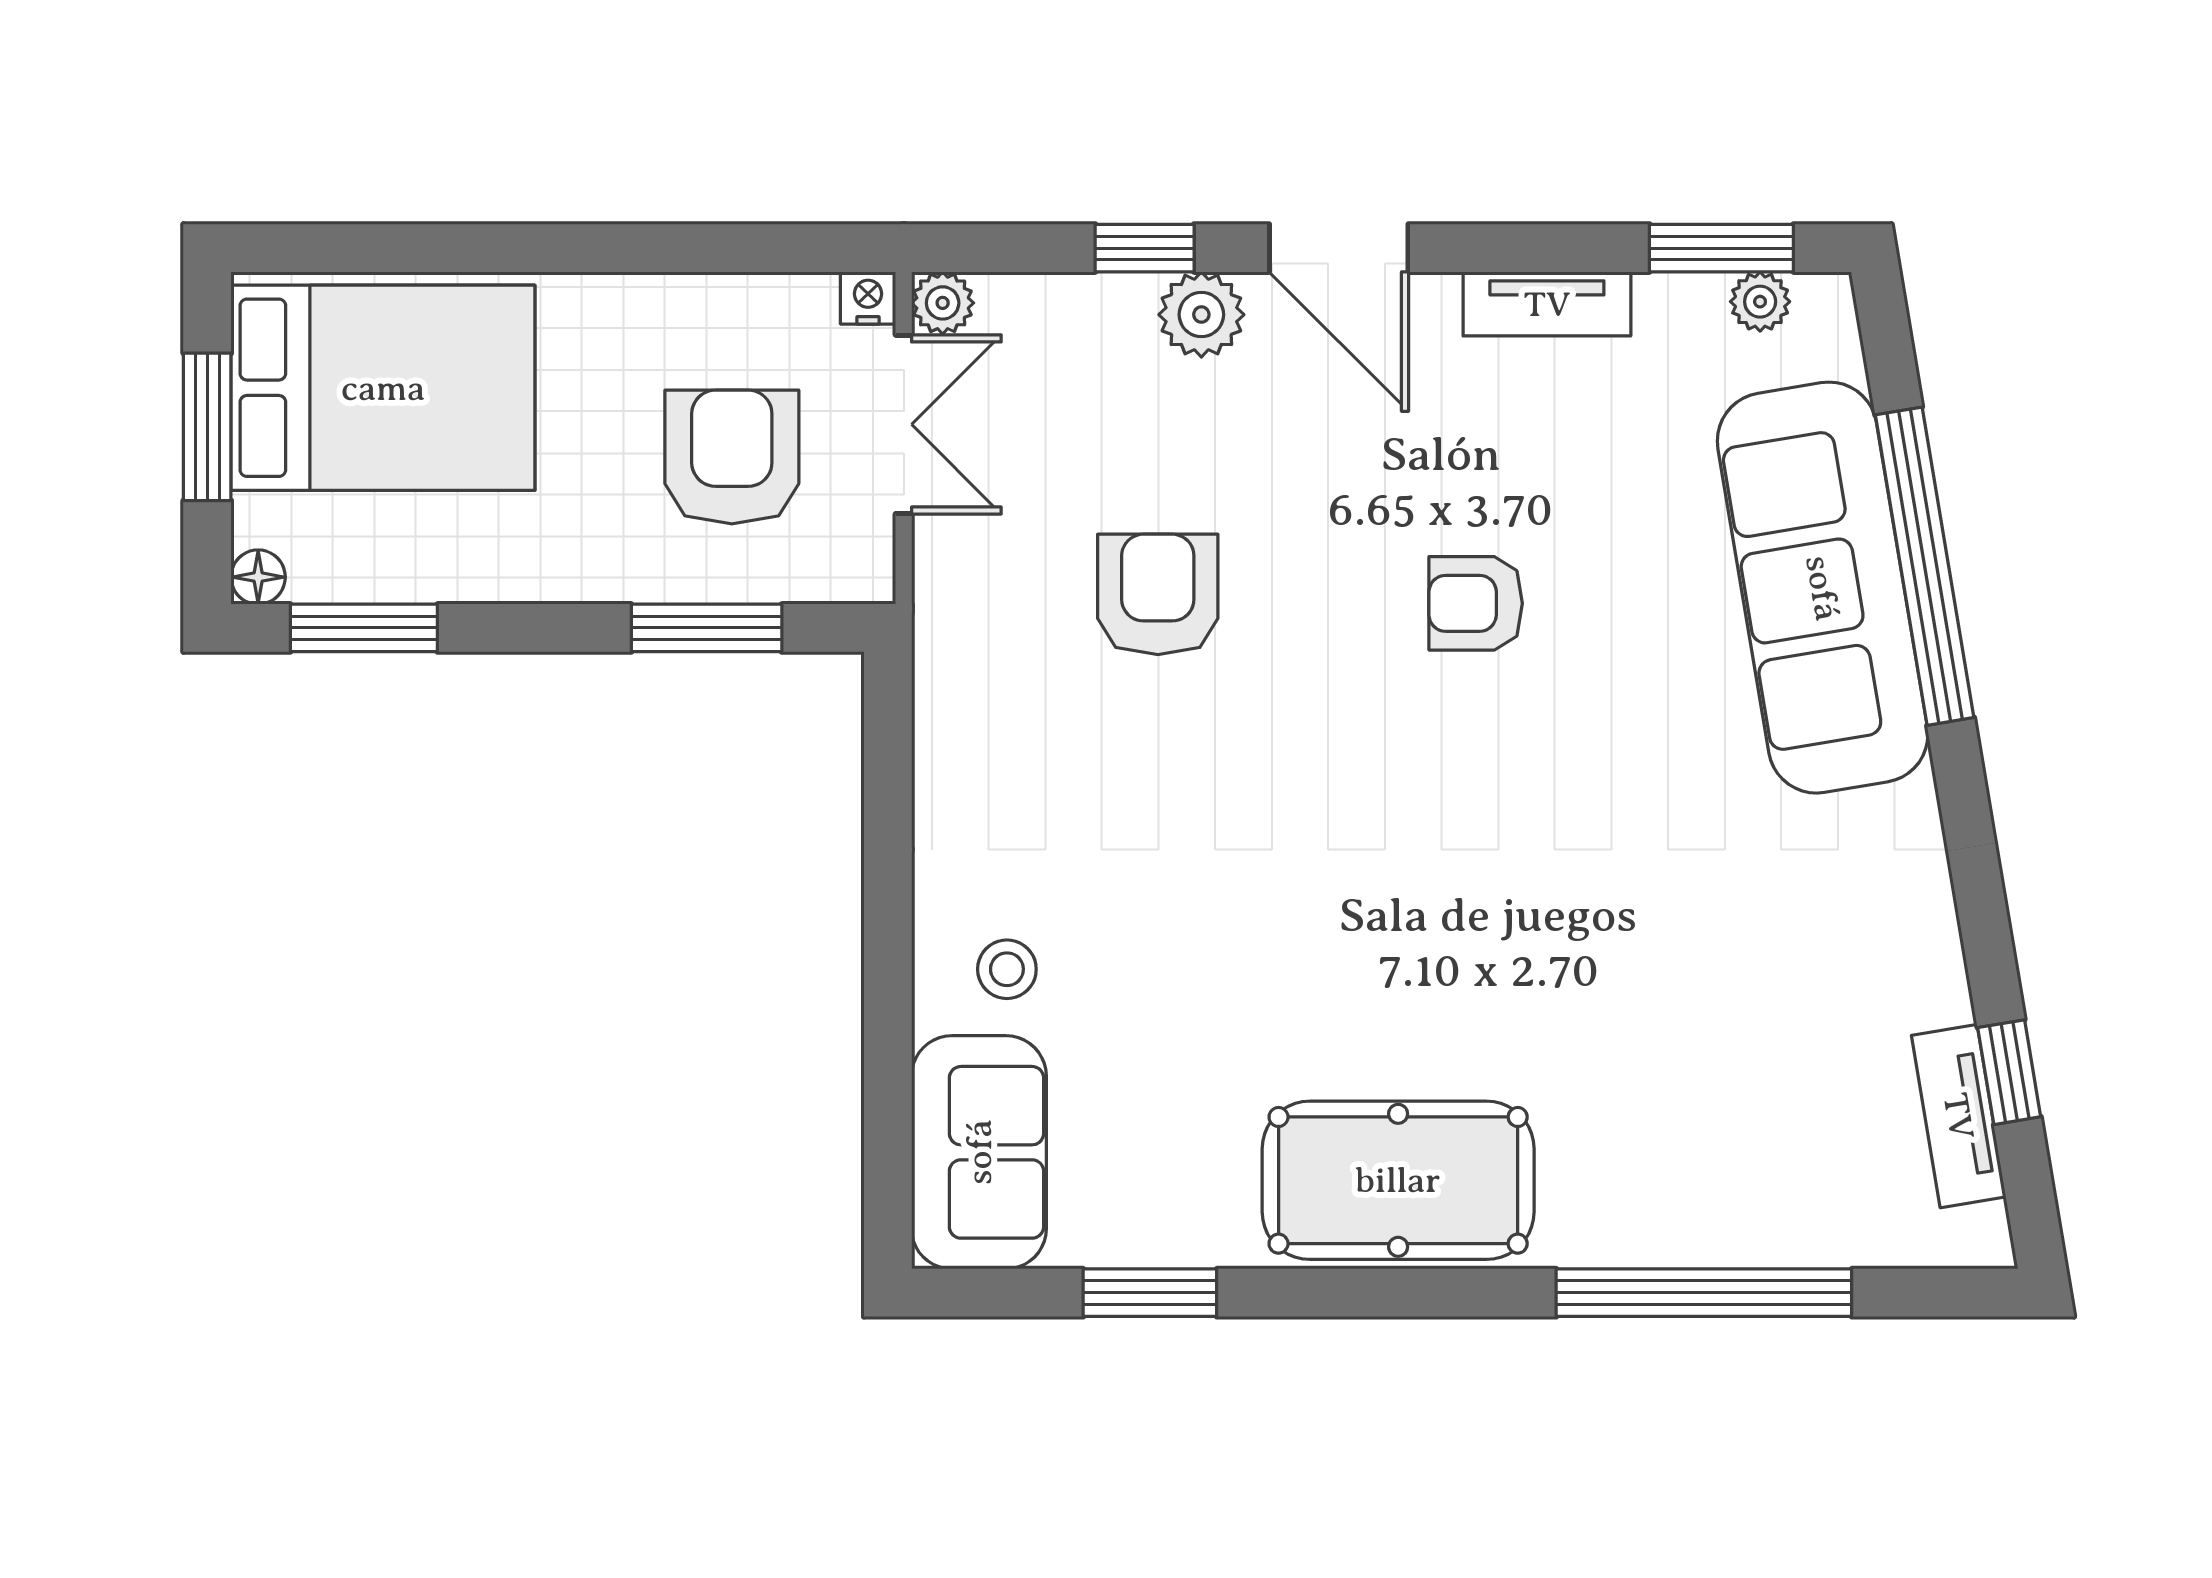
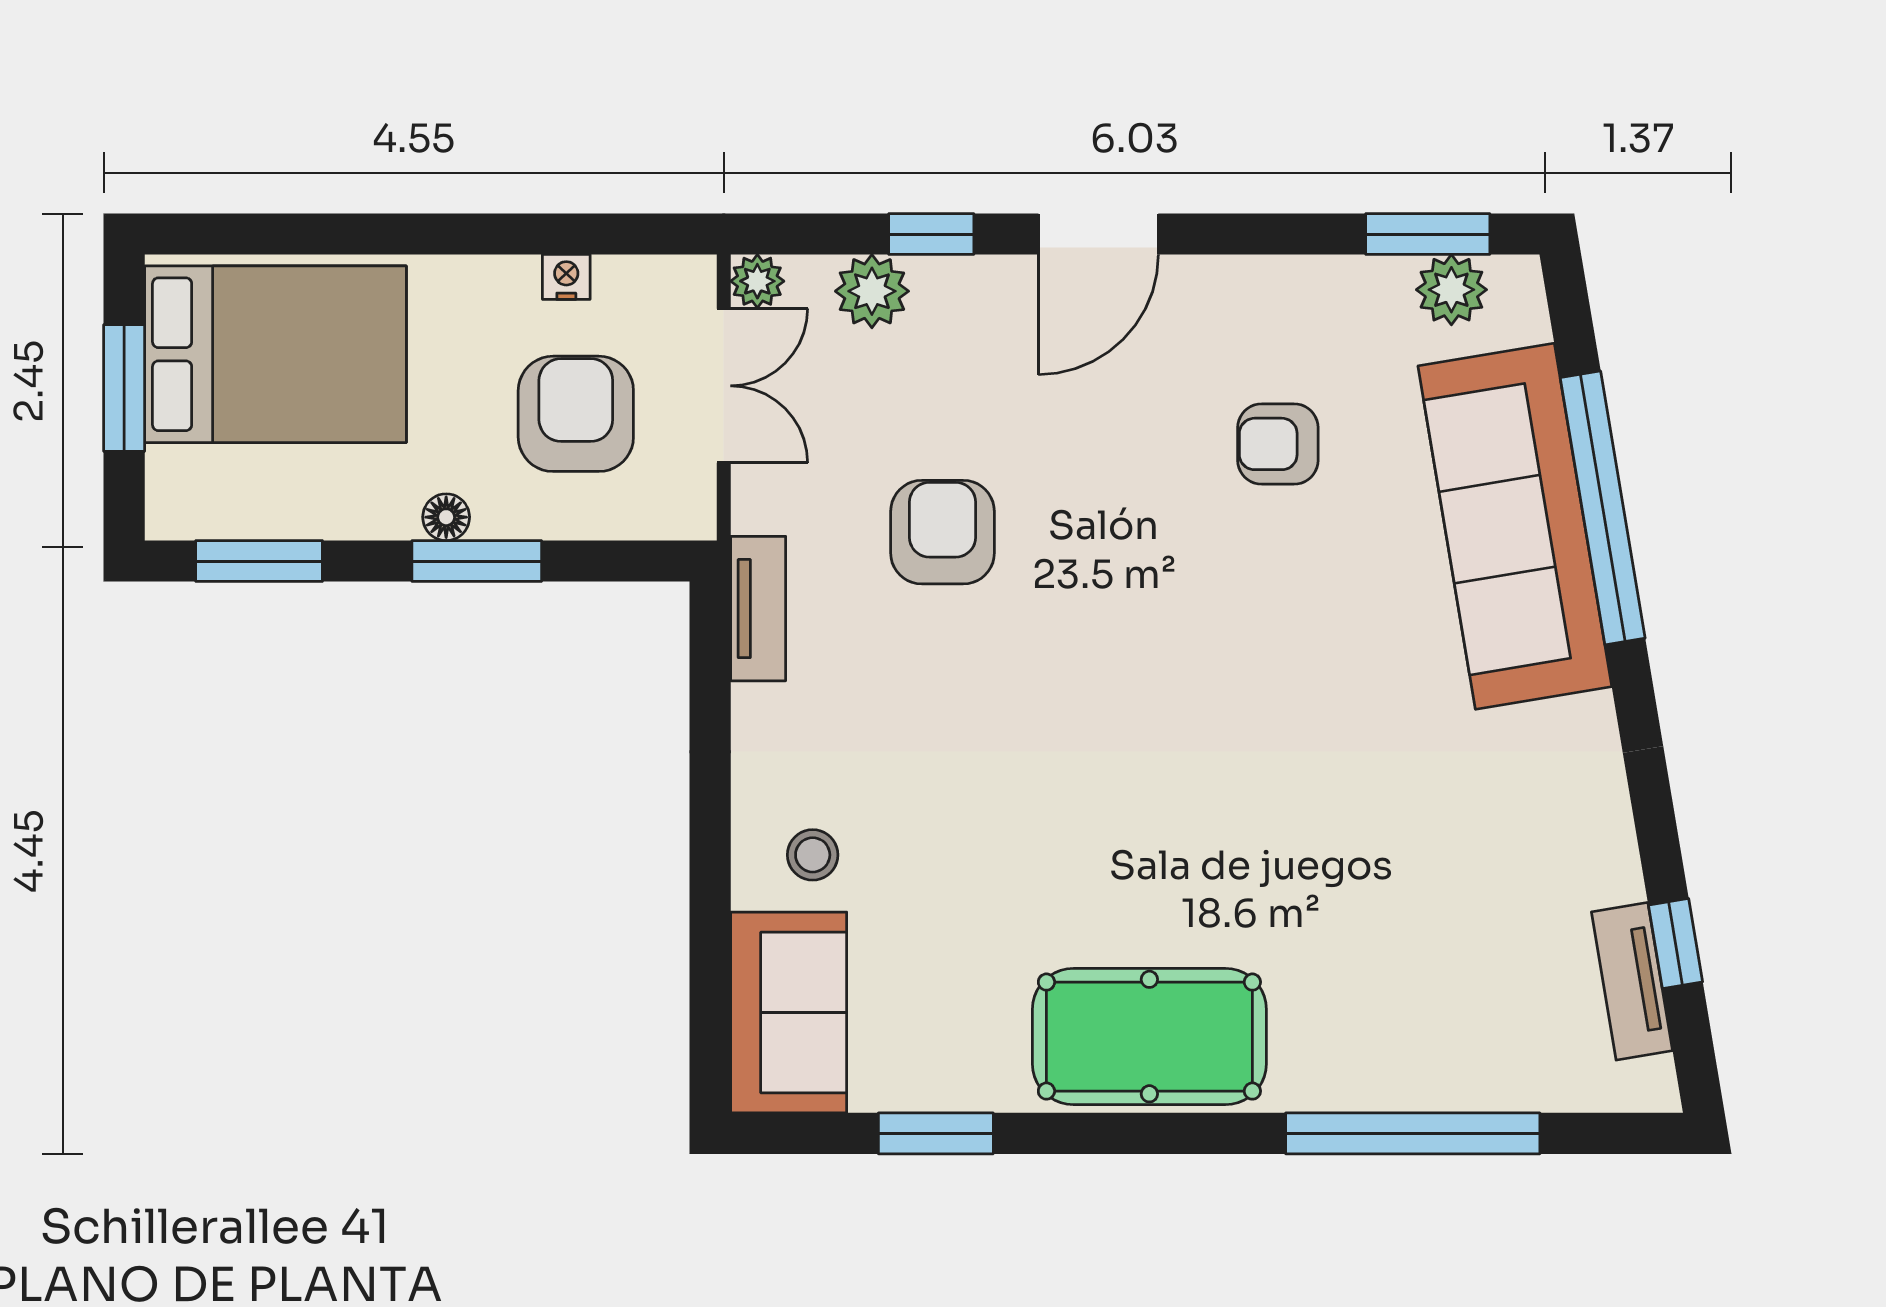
door: (1339, 248) -> (1098, 234), hinge flipped
nightstand: (868, 298) -> (566, 277), moved
plant: (1760, 302) -> (1451, 290), width x1.38, depth x1.38
tv unit: (1547, 304) -> (758, 609), moved, turned -90
plant: (1201, 315) -> (872, 291), moved
floor lamp: (258, 577) -> (446, 517), moved
armchair: (1476, 603) -> (1278, 444), moved
window: (707, 628) -> (477, 561), moved

